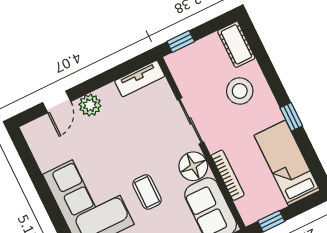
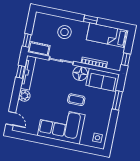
cot: (236, 44) -> (39, 49), moved
window: (123, 70) -> (20, 72), added
tv unit: (140, 79) -> (28, 73), width x1.41
door: (57, 102) -> (11, 118), moved

